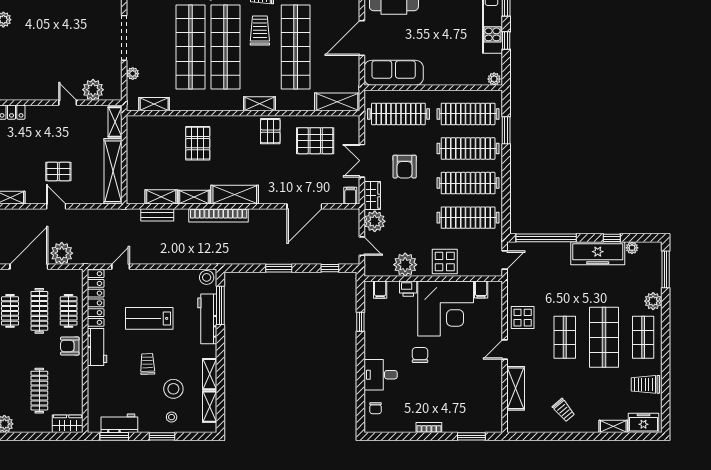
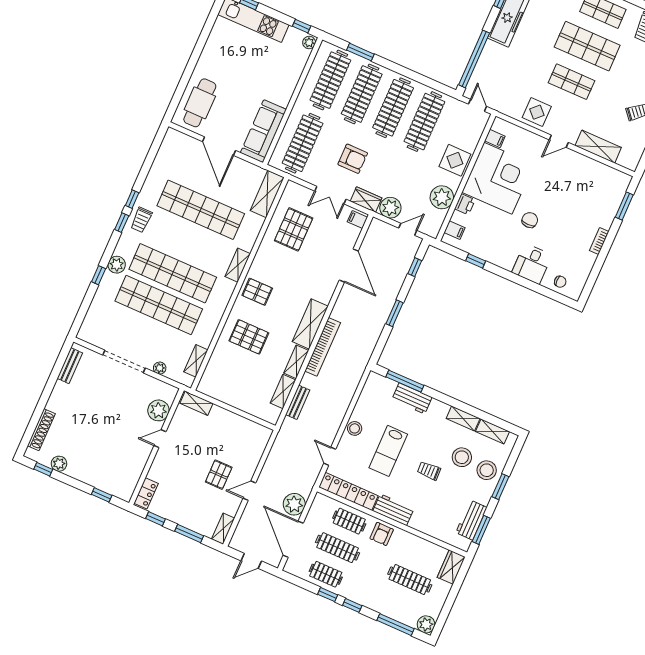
trolley: (260, 31) -> (171, 236), removed
window: (506, 40) -> (302, 26), moved
pallet: (270, 131) -> (257, 292), moved
shelving: (113, 171) -> (240, 425), removed
stool: (207, 277) -> (355, 428), moved
workbench: (207, 319) -> (412, 398), width x0.73
door: (505, 350) -> (559, 141), hinge flipped
chair: (420, 355) -> (530, 220), turned 90
stool: (172, 417) -> (487, 470), width x1.89, depth x1.89

